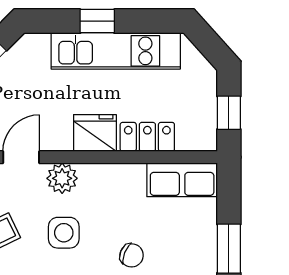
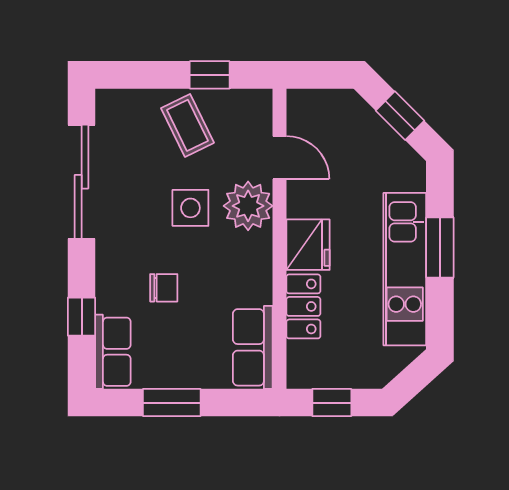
window: (97, 21) -> (440, 247), width x1.50
plant: (62, 178) -> (248, 206), width x1.36, depth x1.36
chair: (132, 255) -> (164, 288), turned -112

